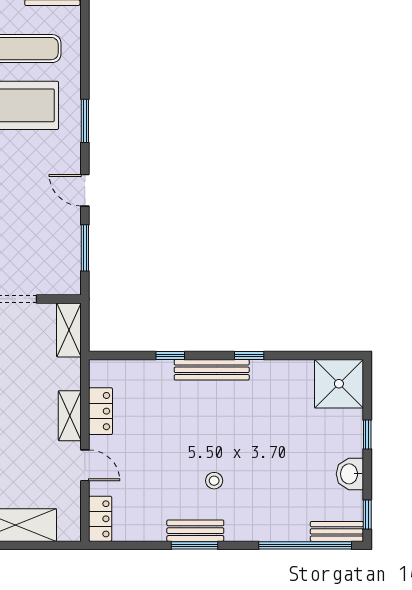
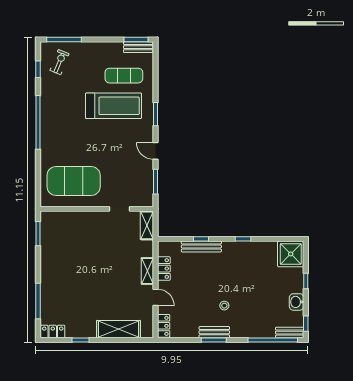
bench: (212, 370) -> (201, 247), moved

